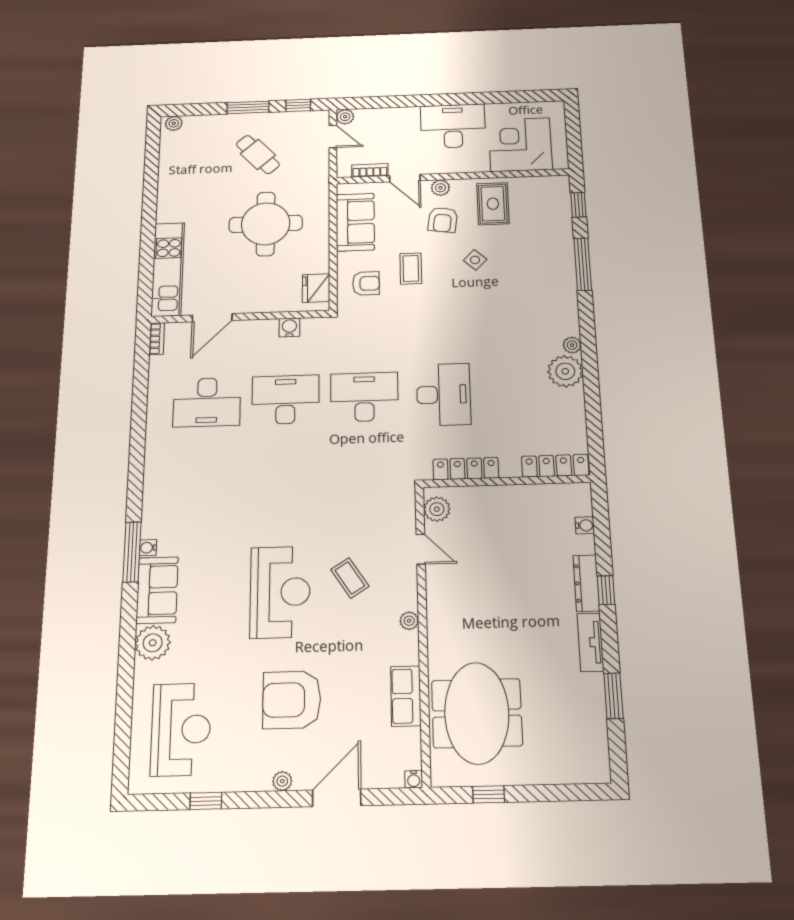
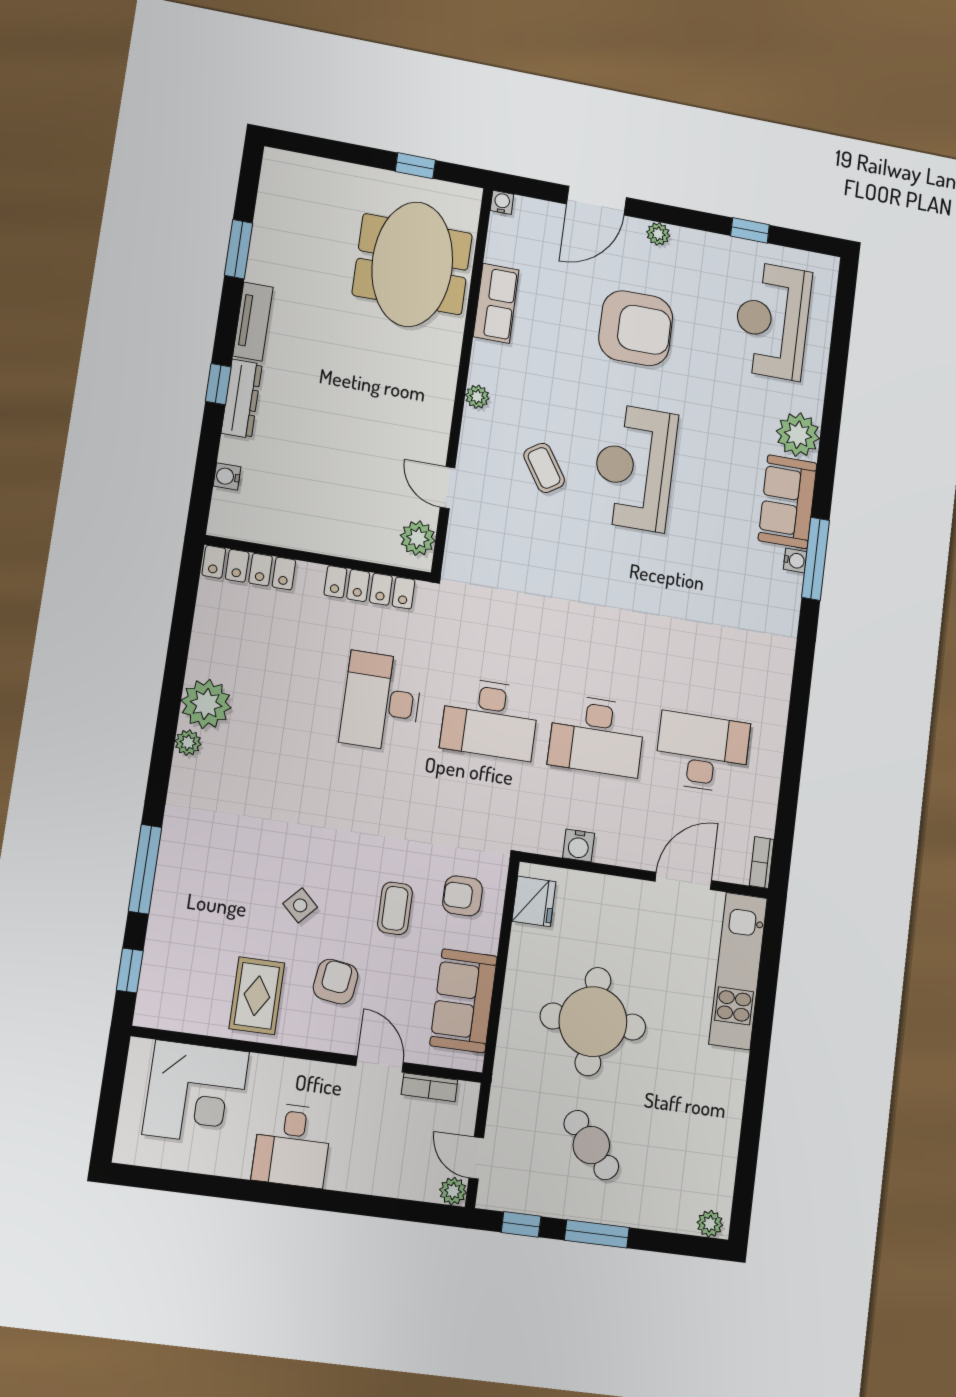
desk: (453, 126) -> (292, 1145), width x0.73
plant: (440, 188) -> (330, 1038), removed

